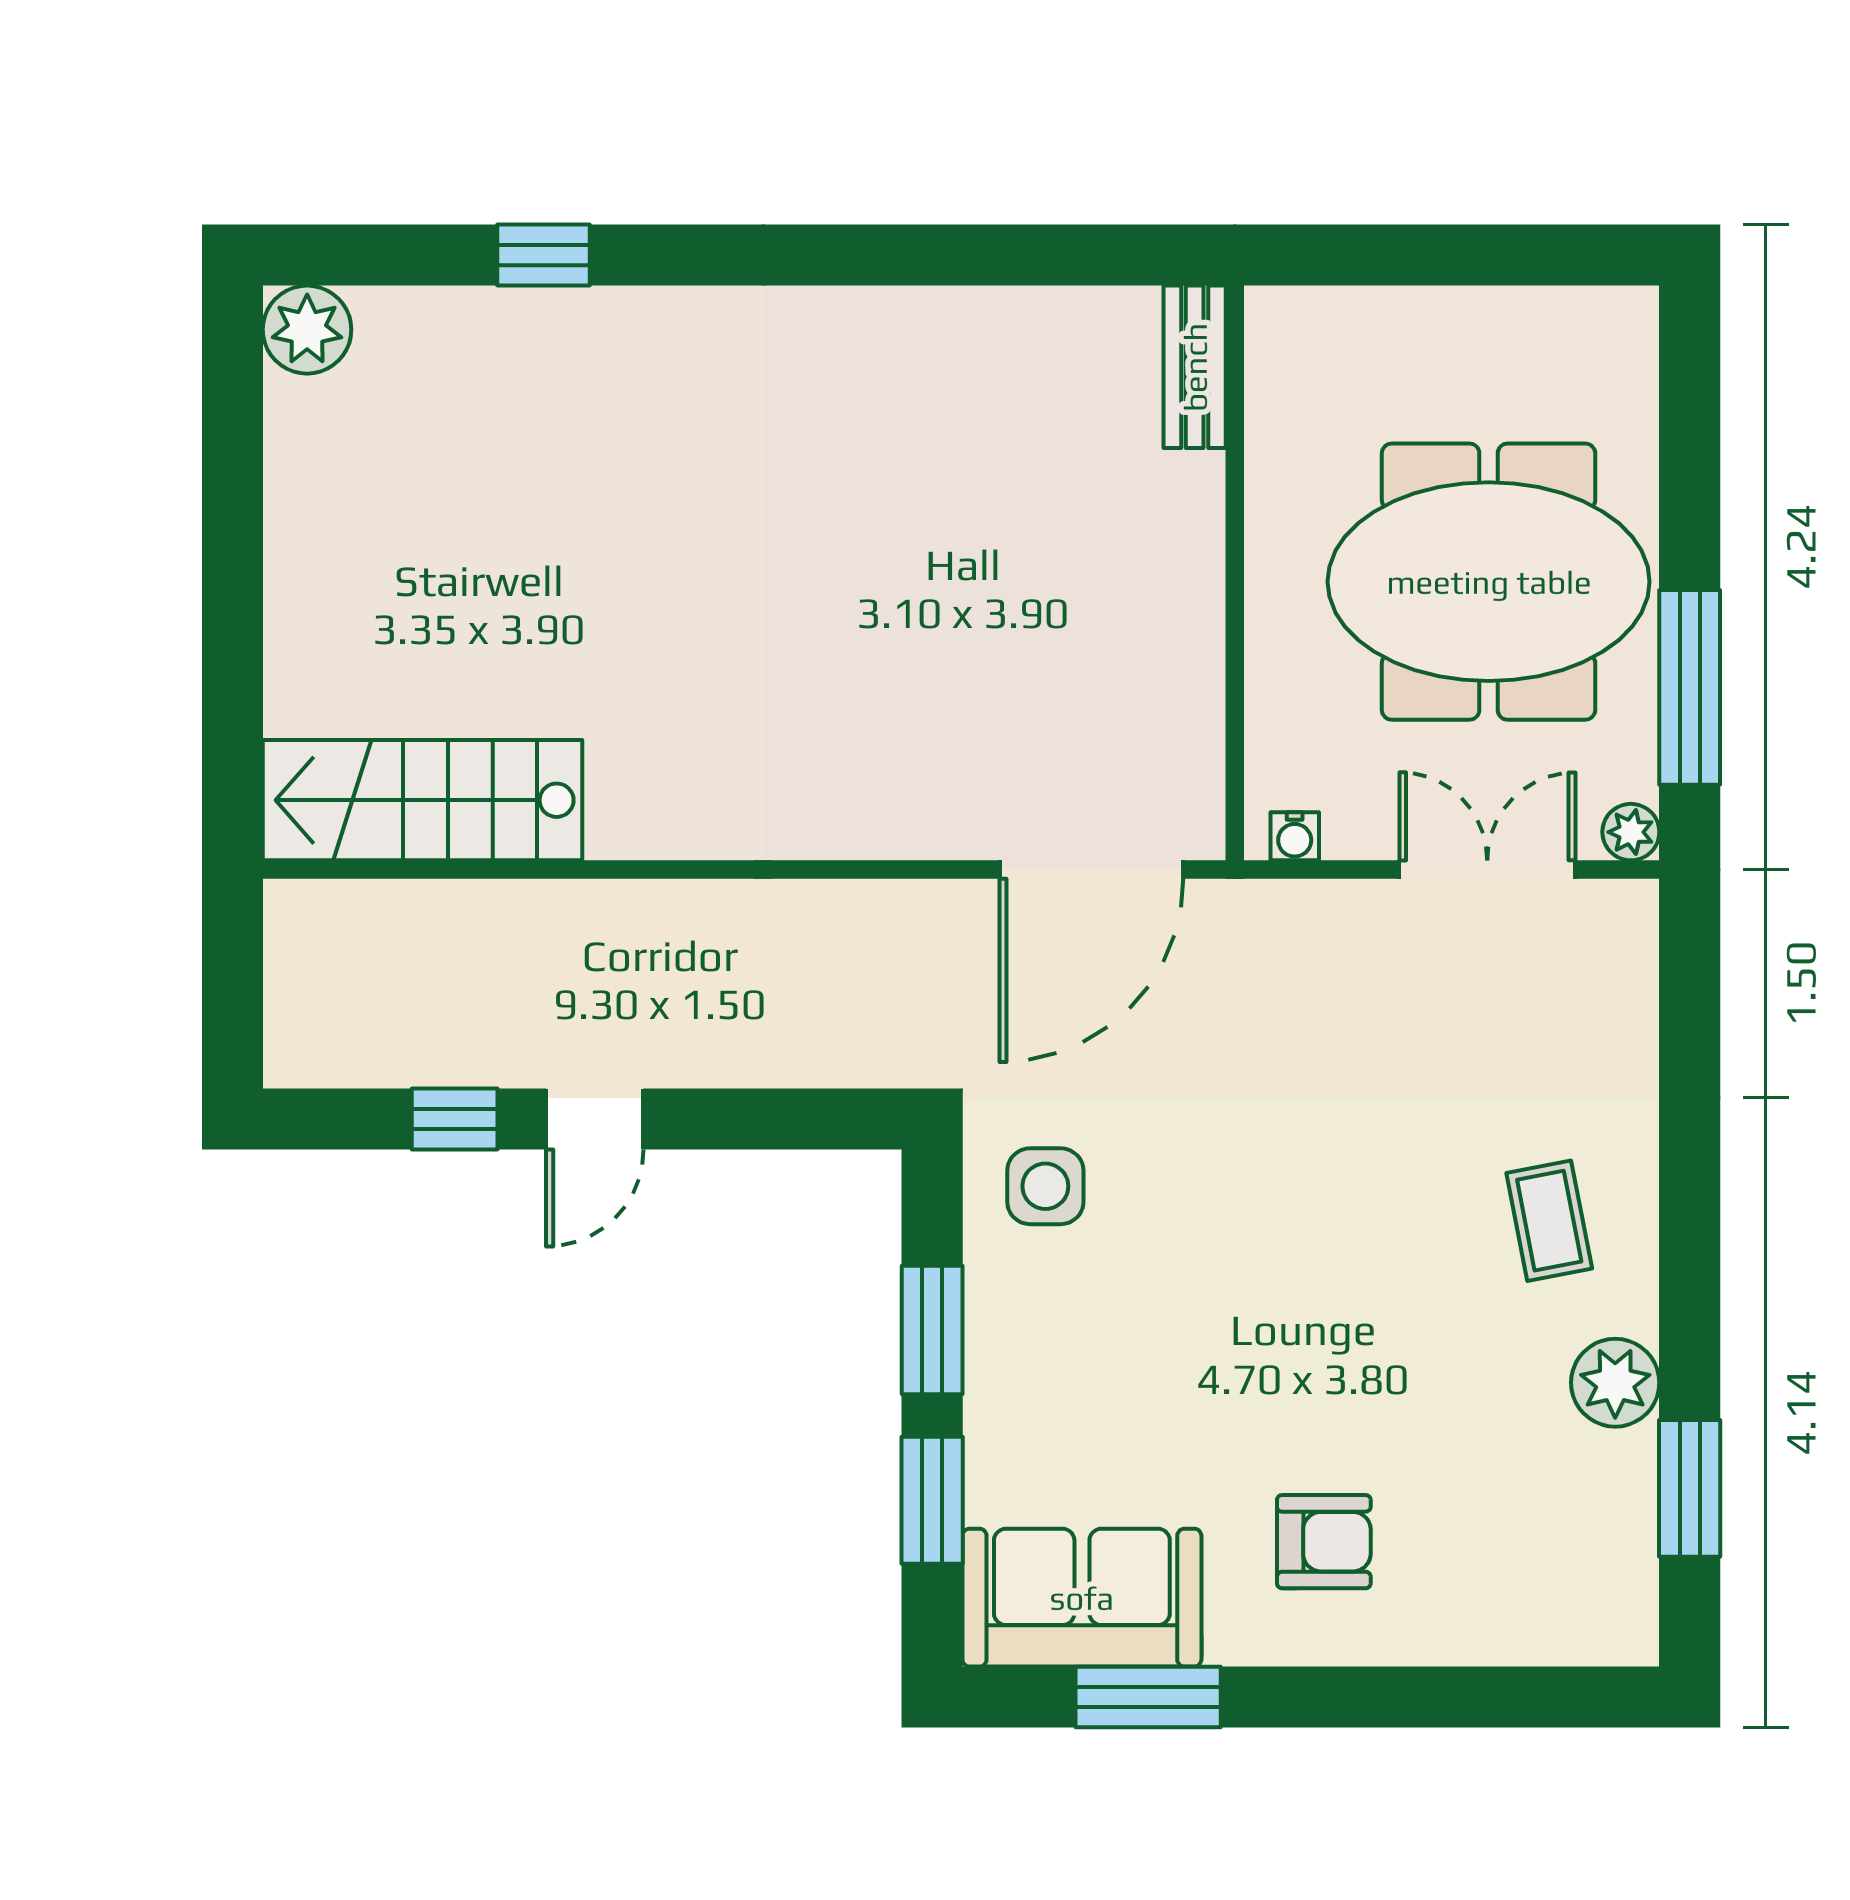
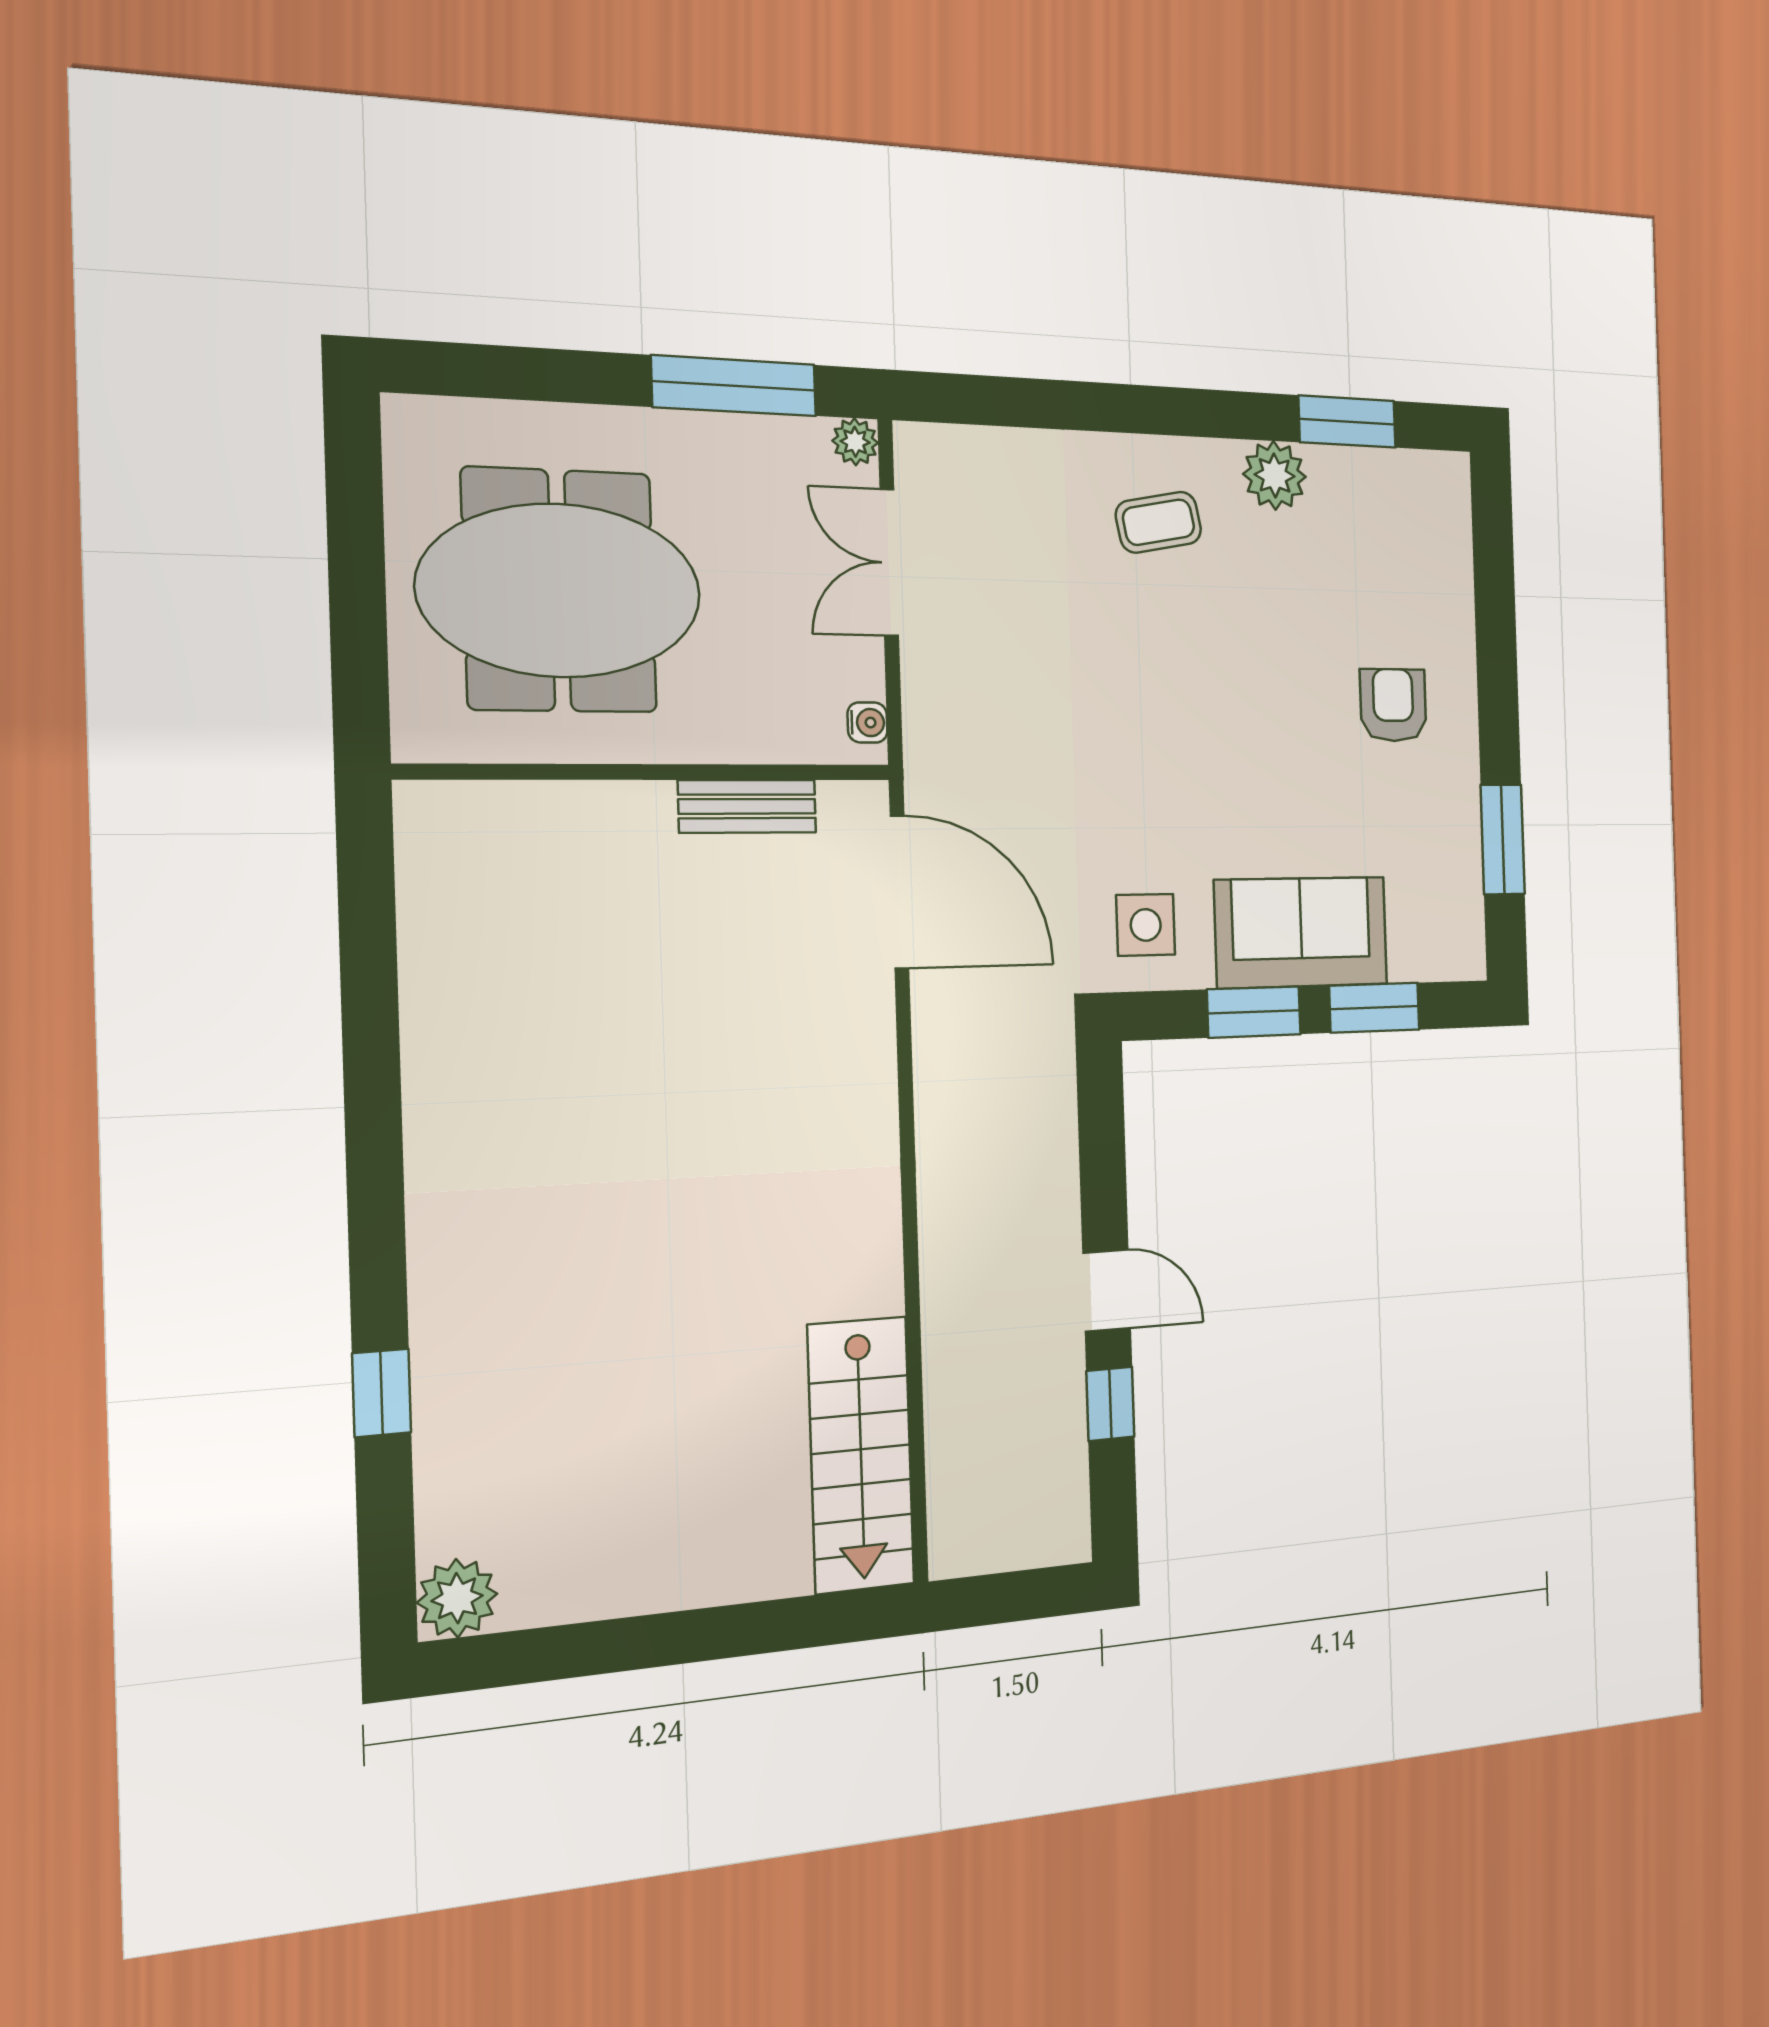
bench: (1195, 367) -> (747, 806), moved
meeting table: (1489, 582) -> (560, 590), moved, turned 90
sofa: (1082, 1598) -> (1301, 932), moved, turned 90

